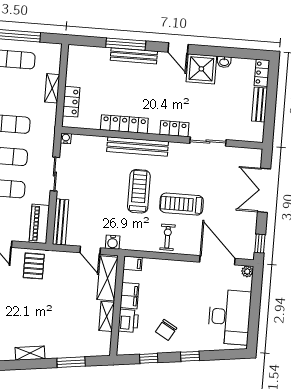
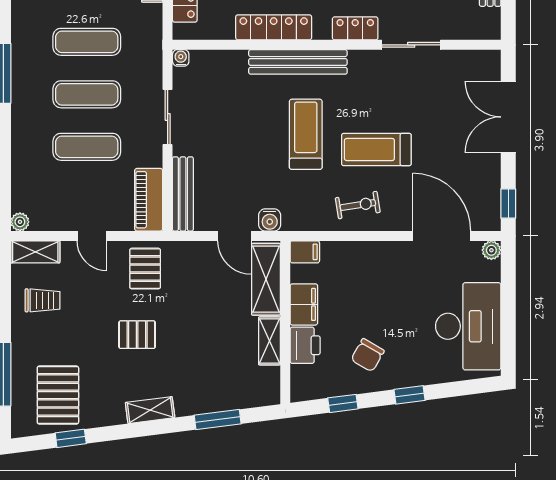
exercise bike: (167, 237) -> (358, 205), turned 81
pallet: (26, 306) -> (137, 335), added

